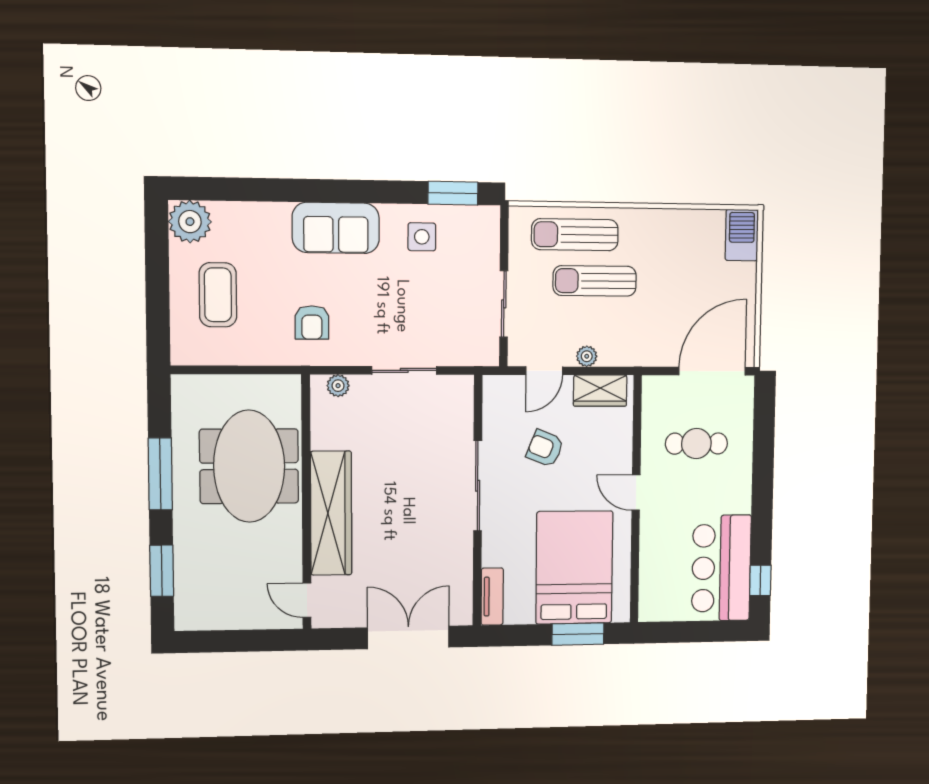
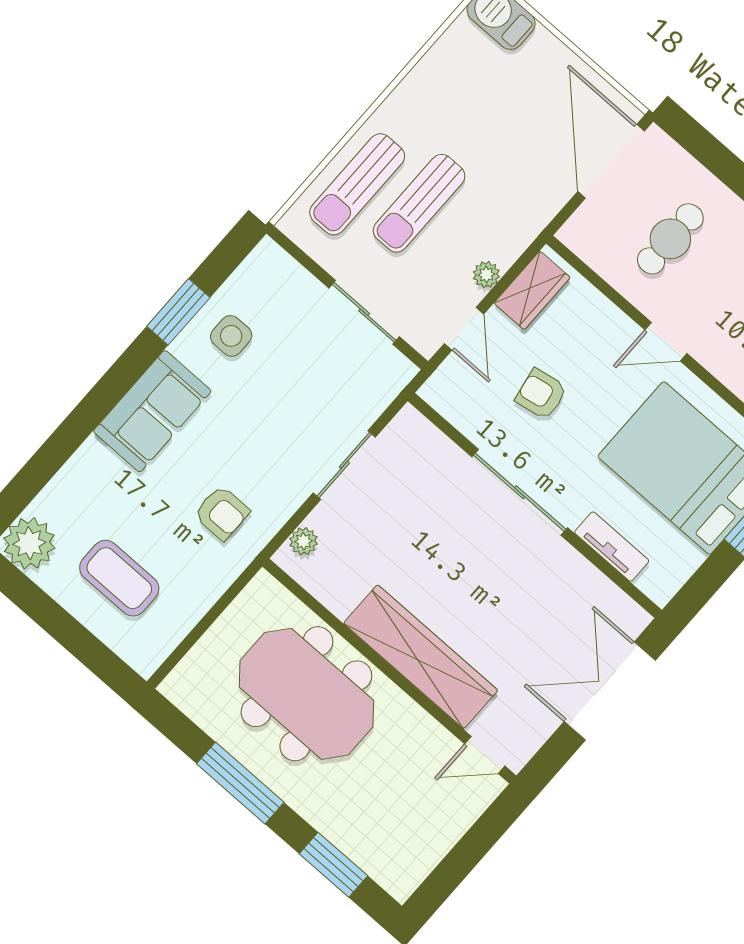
window: (453, 193) -> (178, 312), moved
armchair: (545, 448) -> (541, 394), turned 58
tv unit: (492, 596) -> (612, 547), moved

